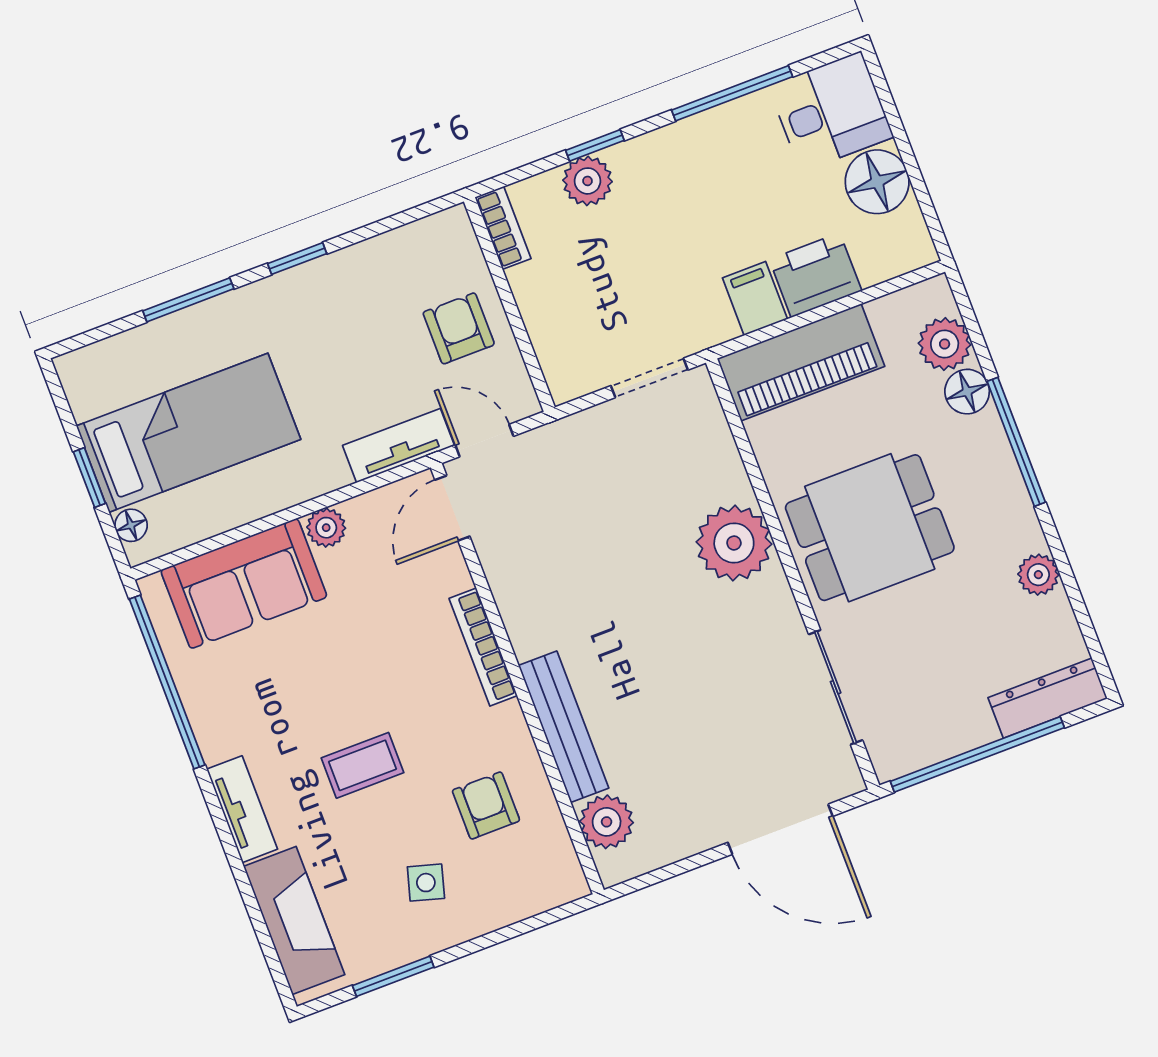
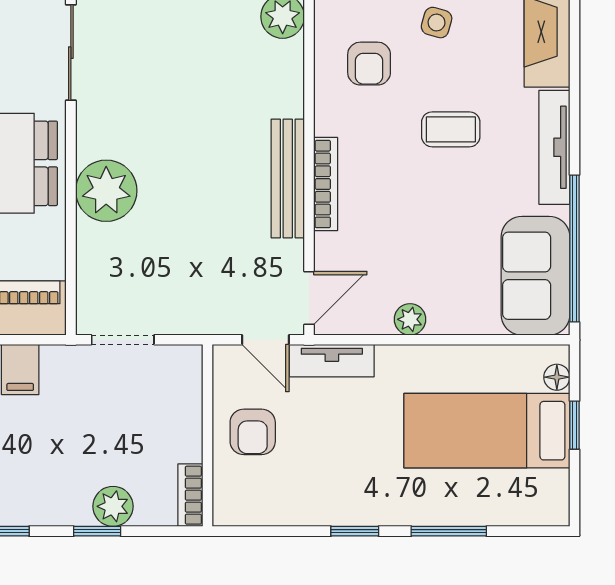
sofa: (244, 584) -> (536, 276), moved, turned -90
bench: (564, 727) -> (288, 179), moved
tv unit: (242, 809) -> (554, 147), width x1.41

